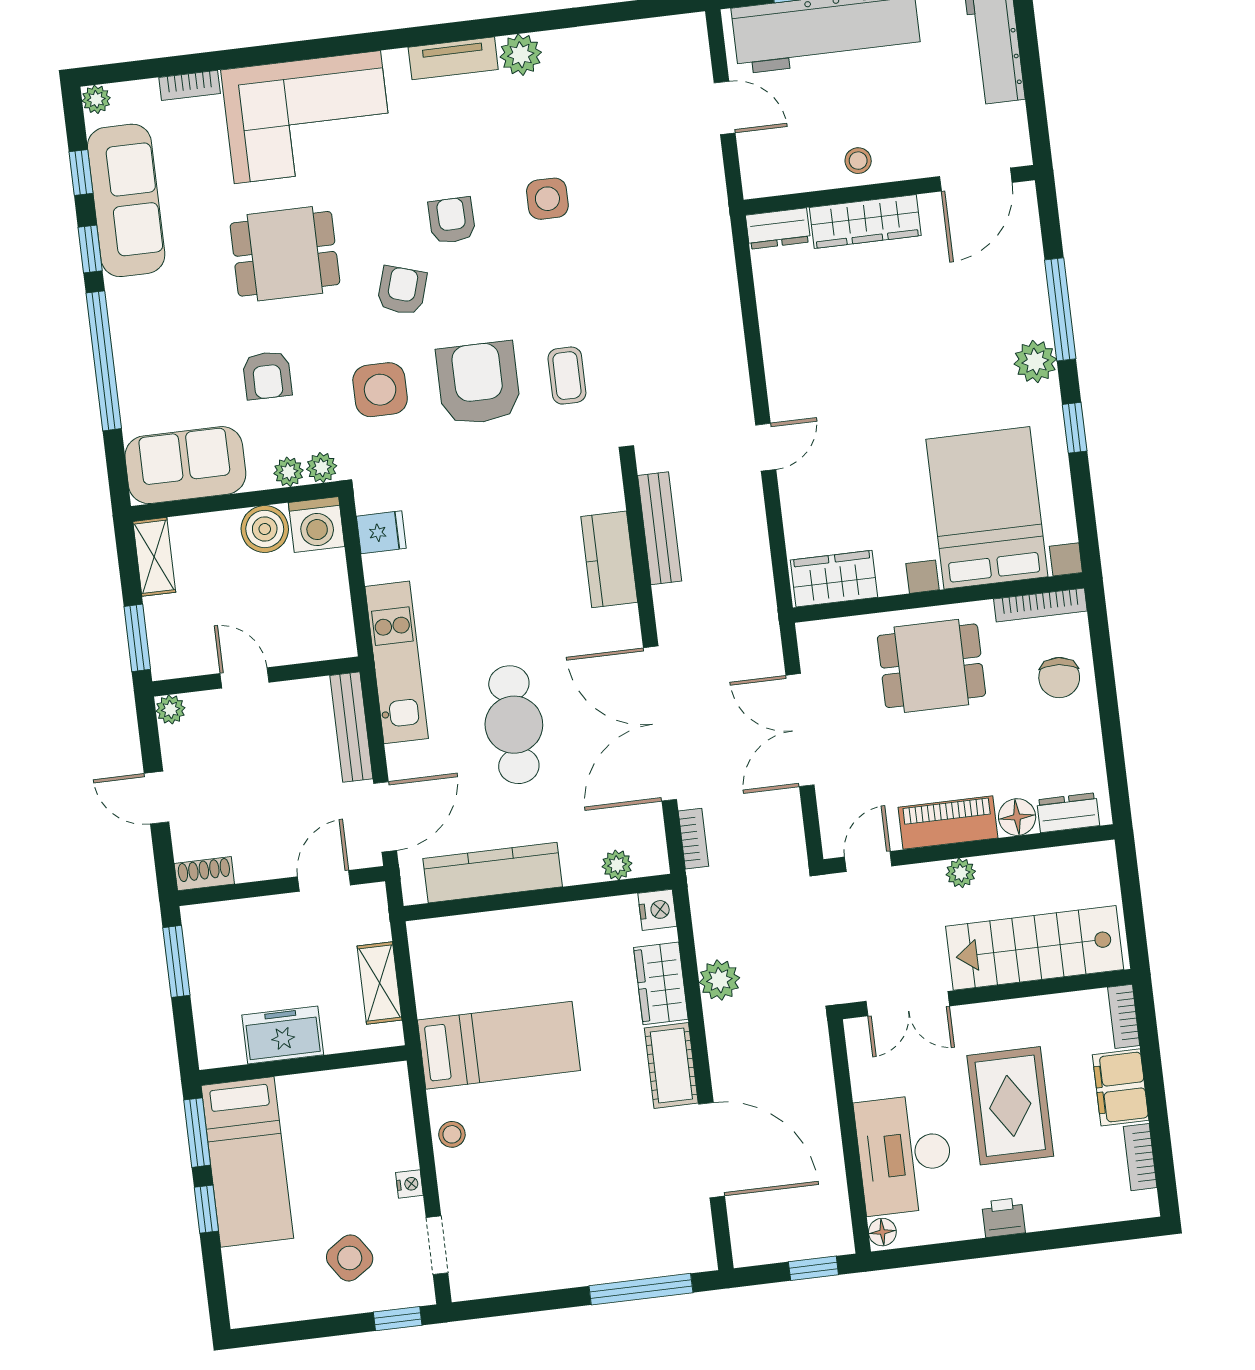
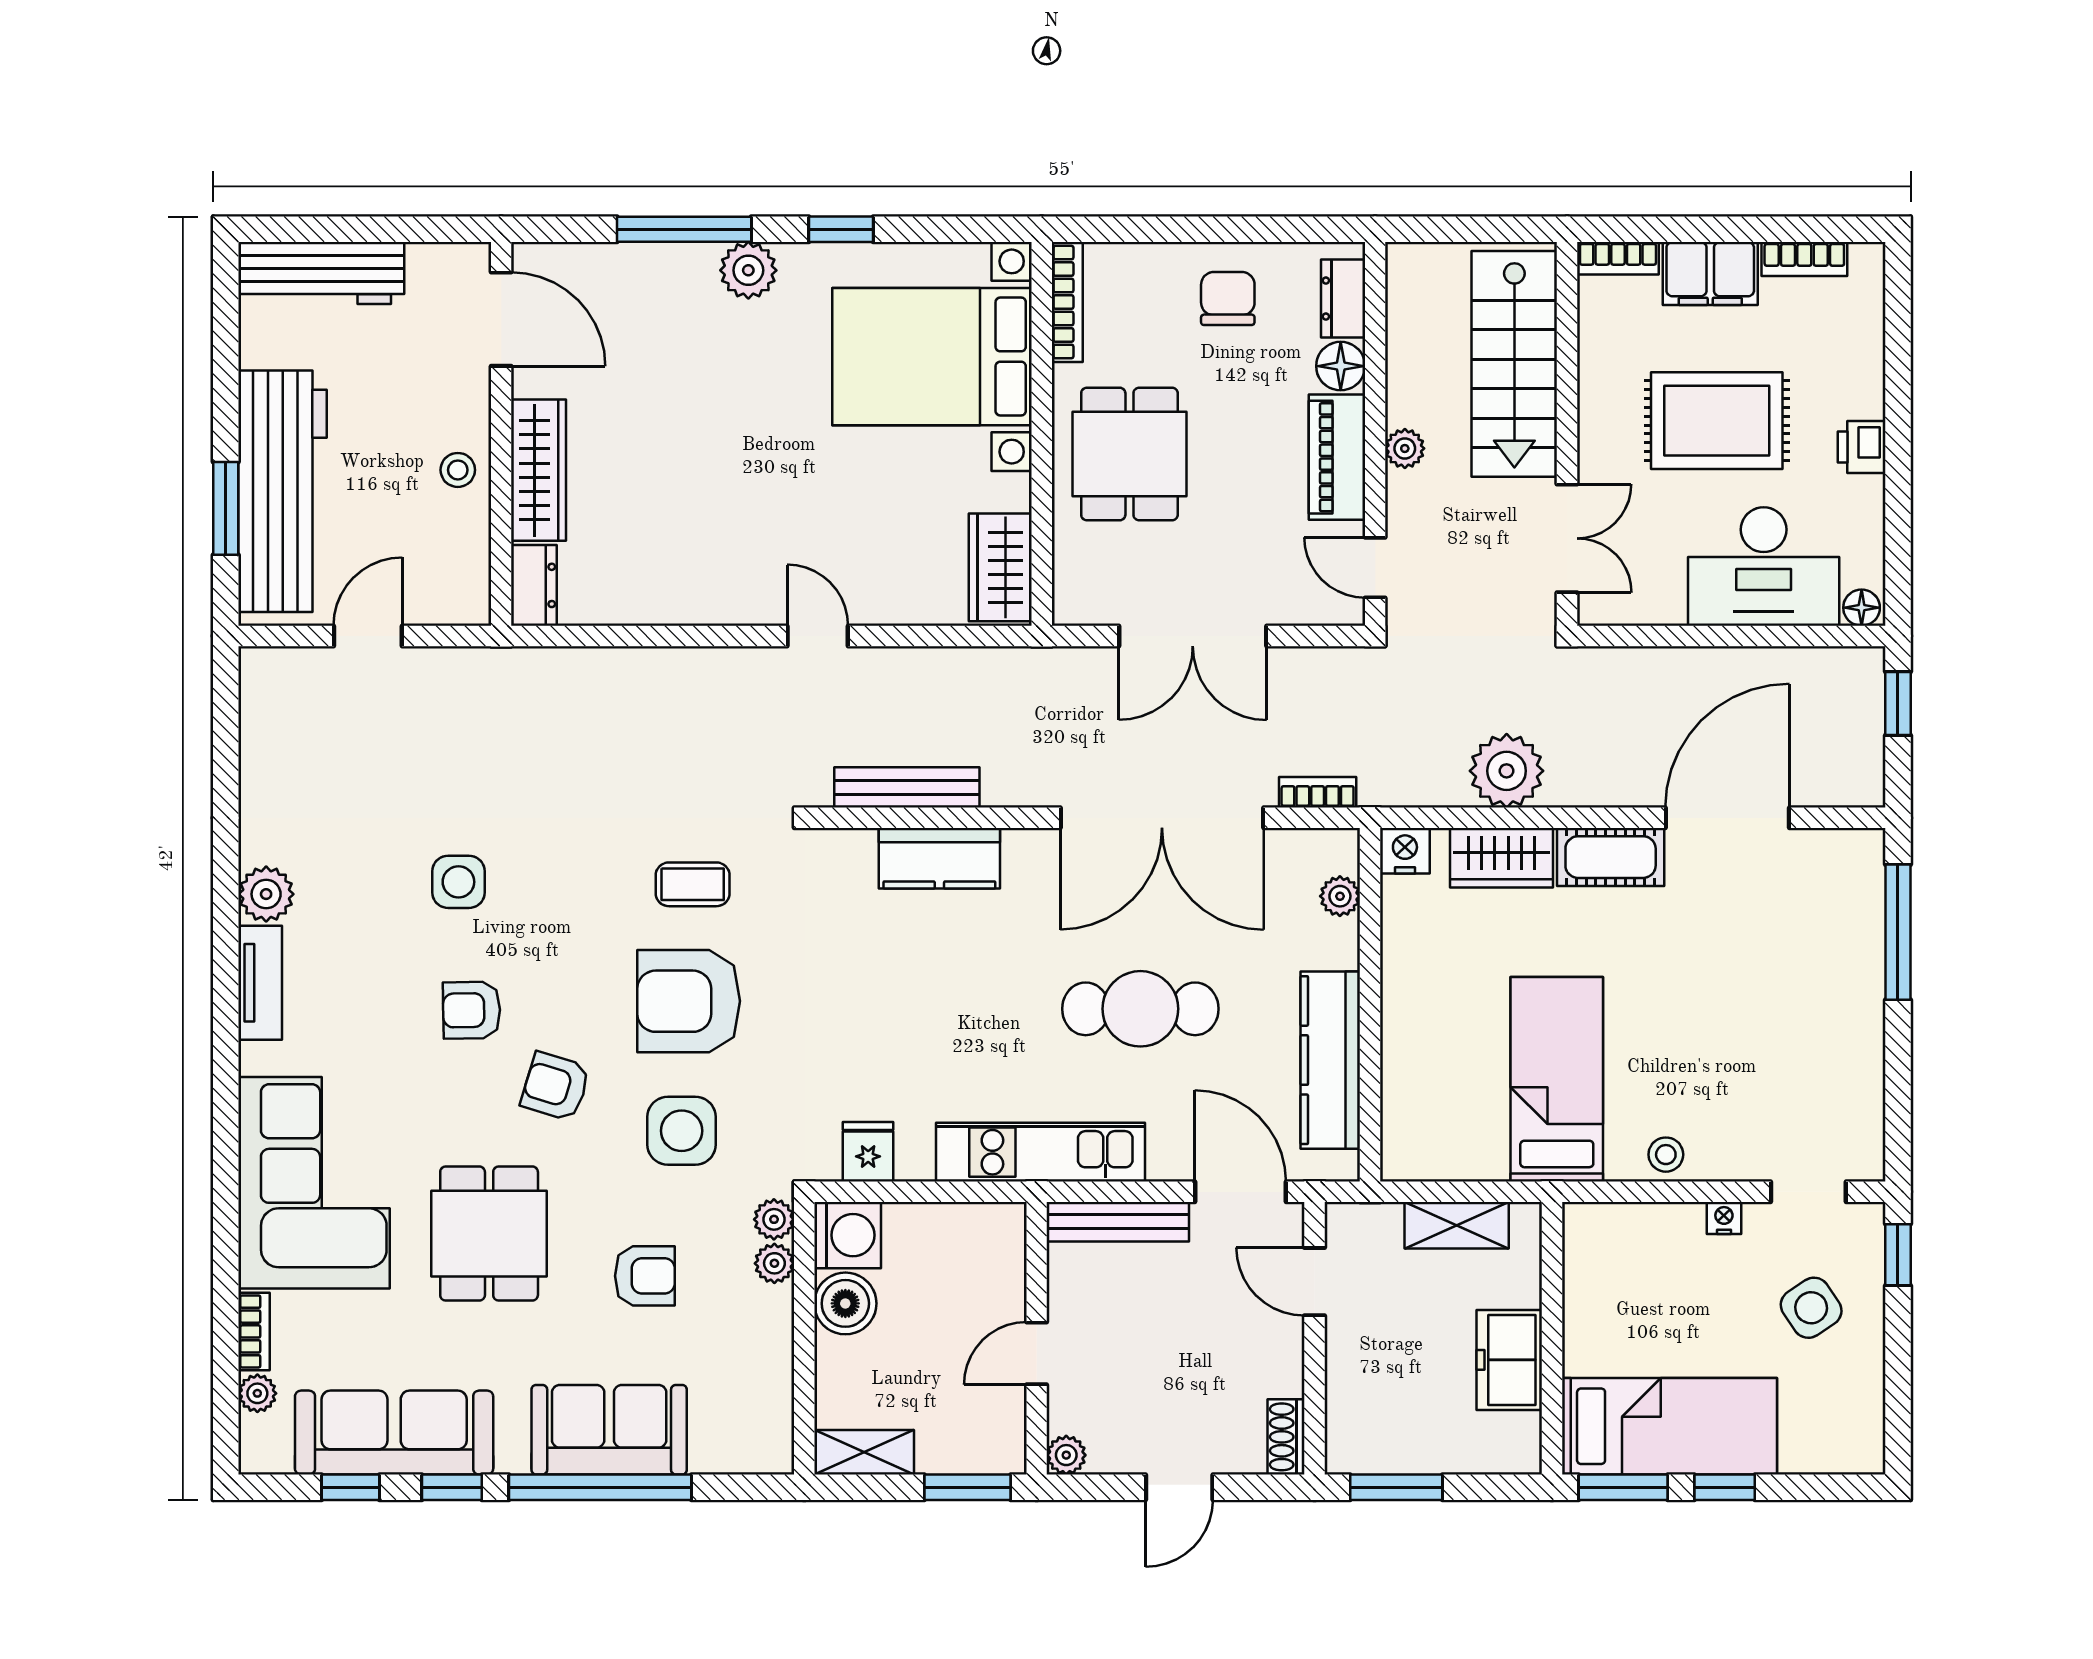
plant: (96, 99) -> (257, 1393), moved
sofa: (185, 465) -> (609, 1430), moved, turned 90
chair: (1059, 678) -> (1228, 298), moved, turned -95
plant: (719, 980) -> (1507, 771), width x1.36, depth x1.36

